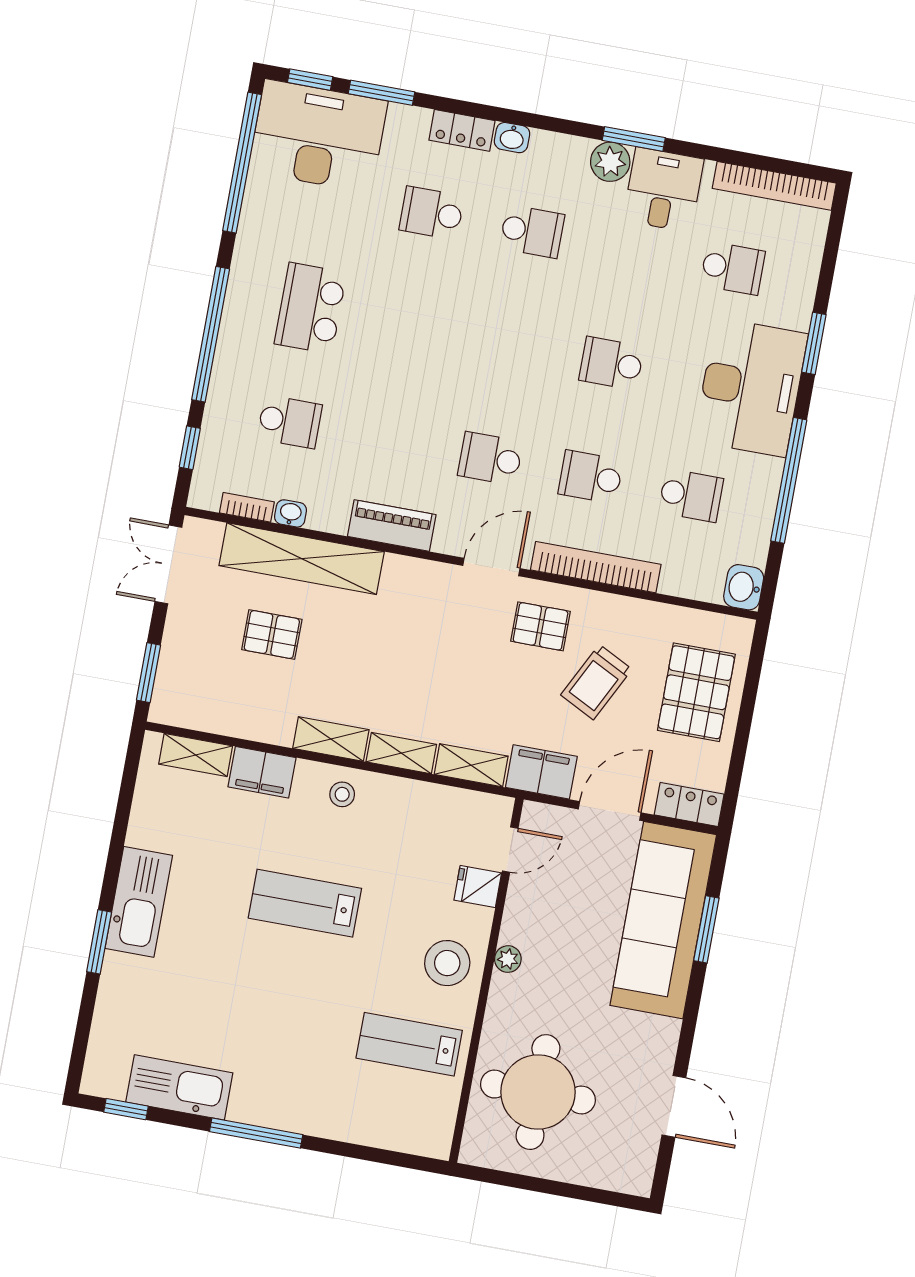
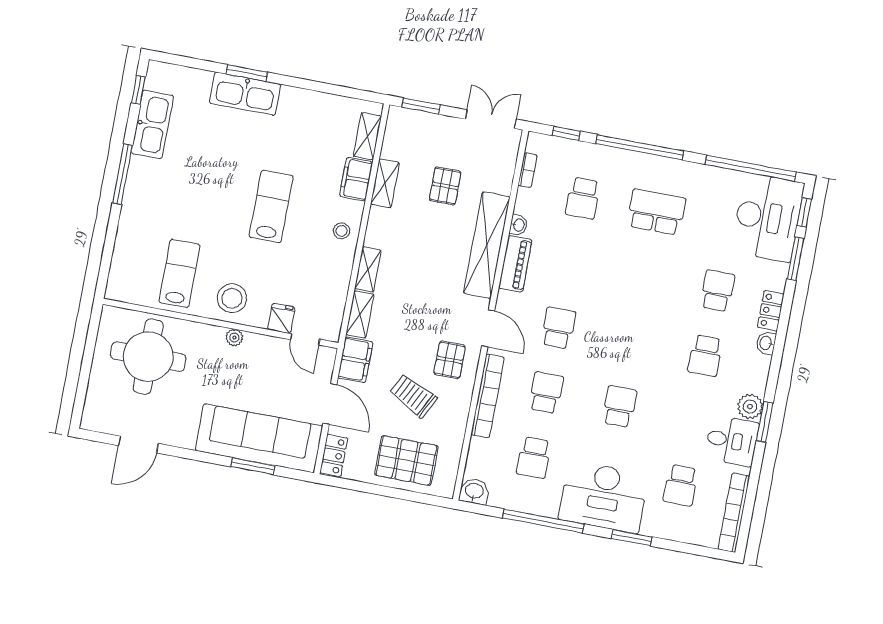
washbasin: (291, 513) -> (518, 225), moved
shelving: (302, 559) -> (487, 245), moved
shelving: (331, 739) -> (385, 183), moved
kitchen sink: (139, 902) -> (245, 94), moved

